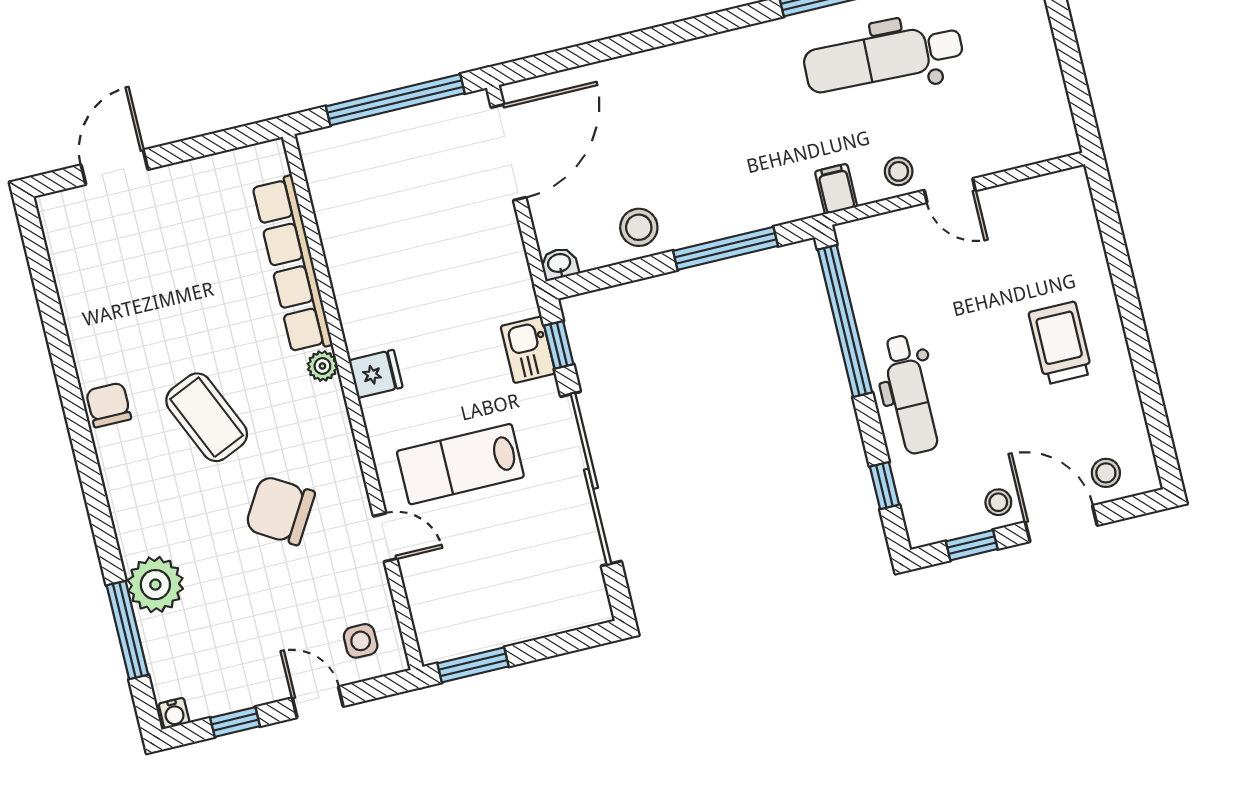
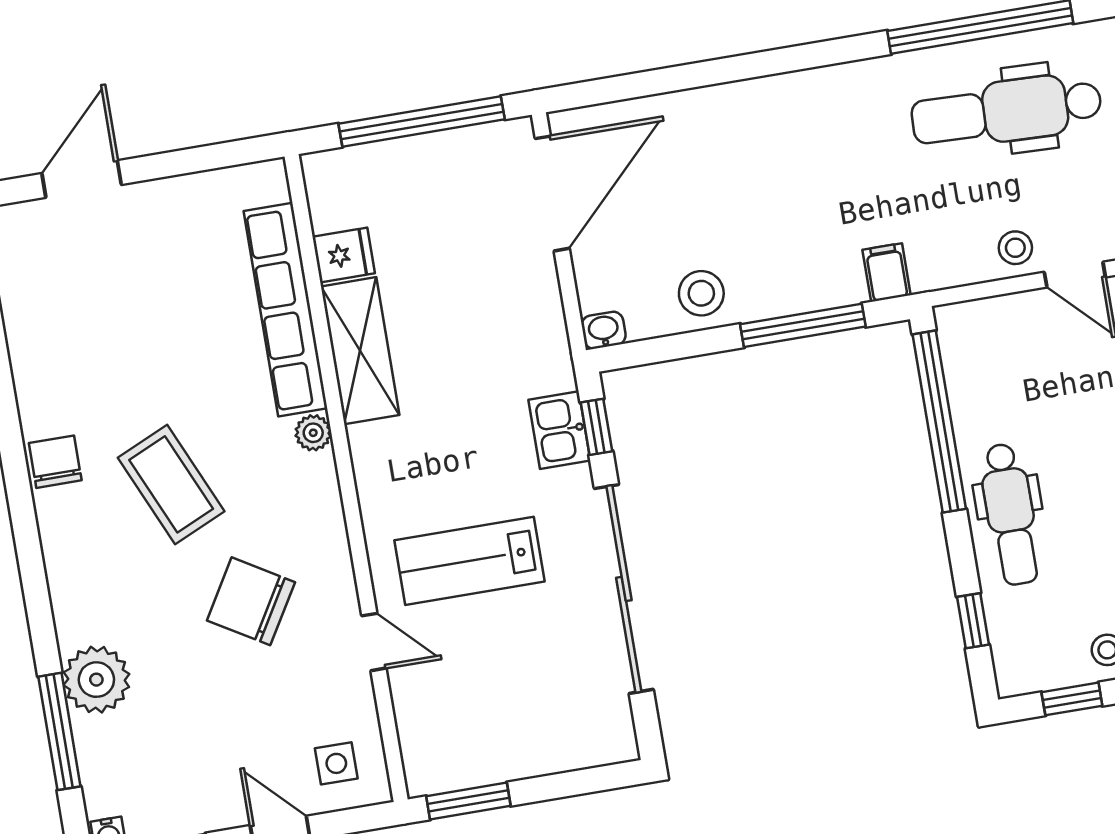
filing cabinet: (836, 189) -> (887, 273), moved
shelving: (357, 295) -> (360, 351), added
fridge: (376, 374) -> (344, 255), moved

